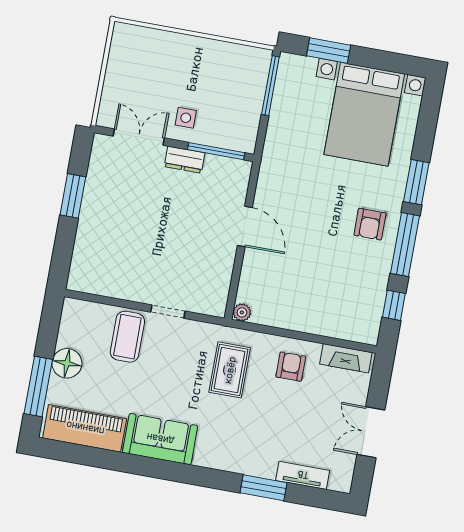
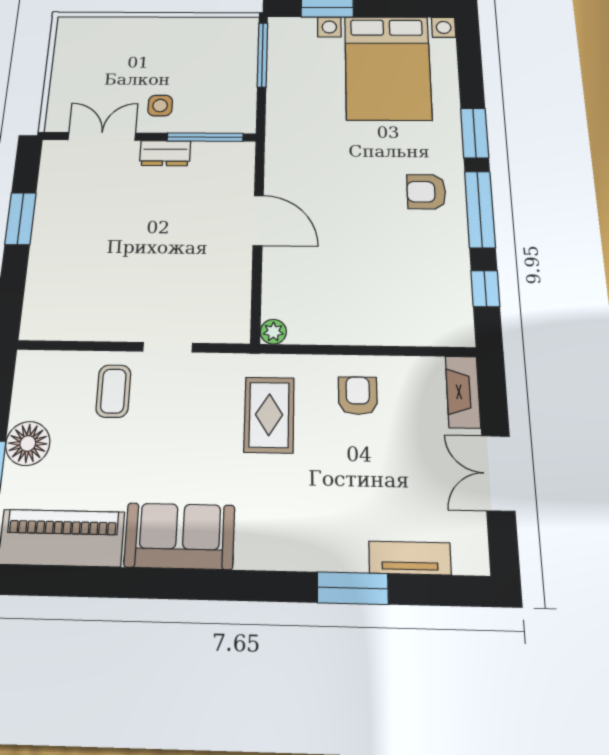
armchair: (370, 224) -> (426, 192), turned 90
coffee table: (127, 337) -> (113, 391), width x0.73, depth x0.77
fireplace: (346, 358) -> (463, 392), moved, turned 90

